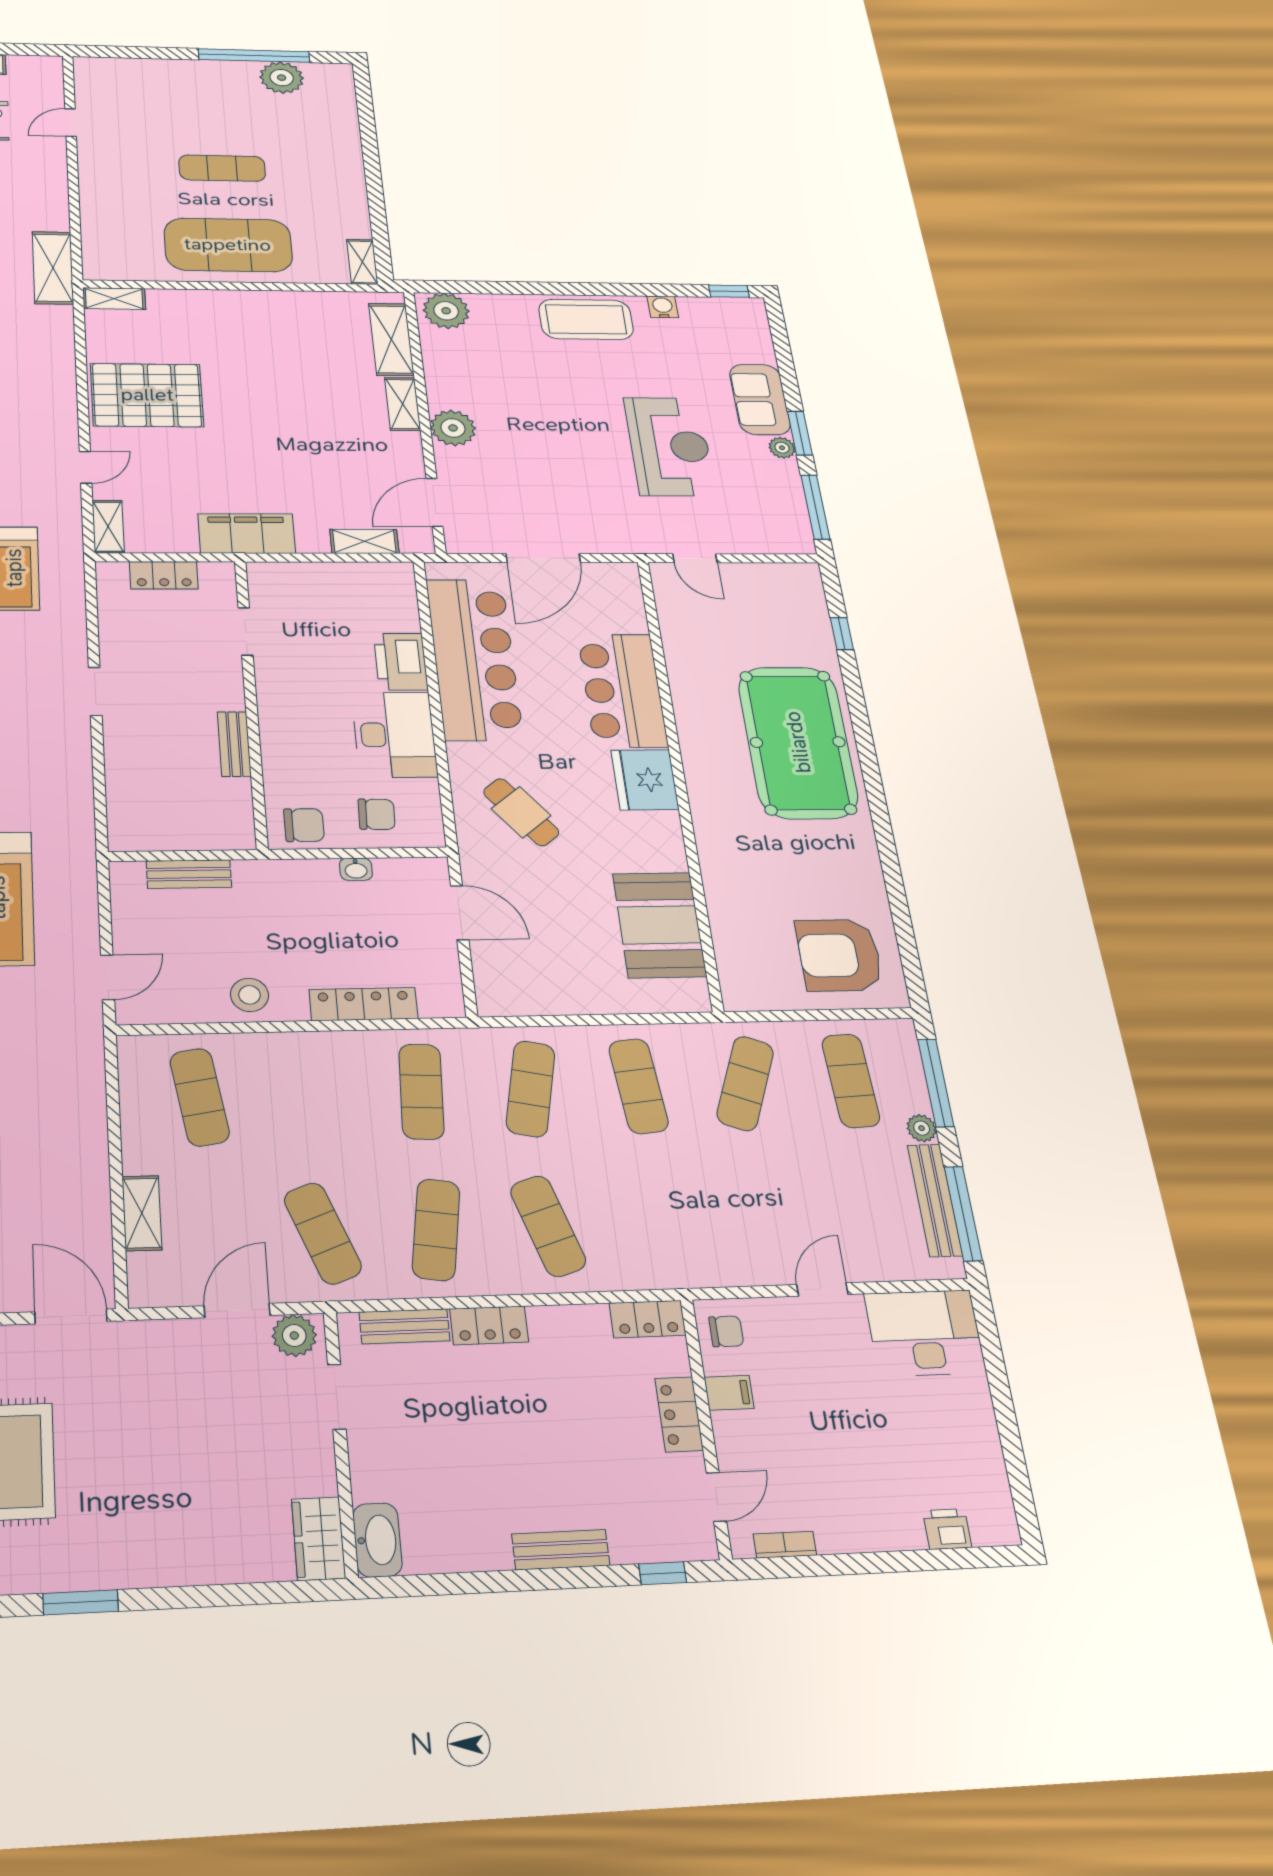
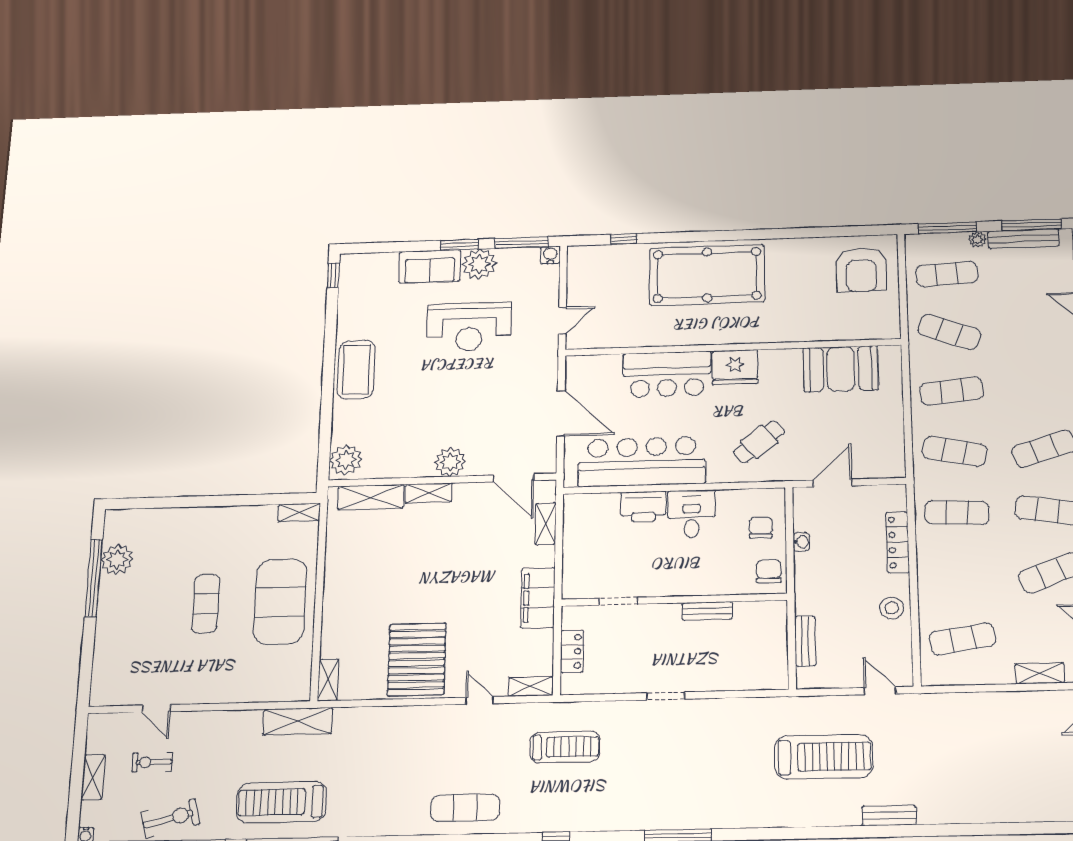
water cooler: (663, 307) -> (550, 255), moved, turned 90
reception desk: (670, 447) -> (469, 327), turned 180
plant: (782, 448) -> (479, 264), width x1.87, depth x1.87
desk: (394, 735) -> (692, 514), width x0.73

